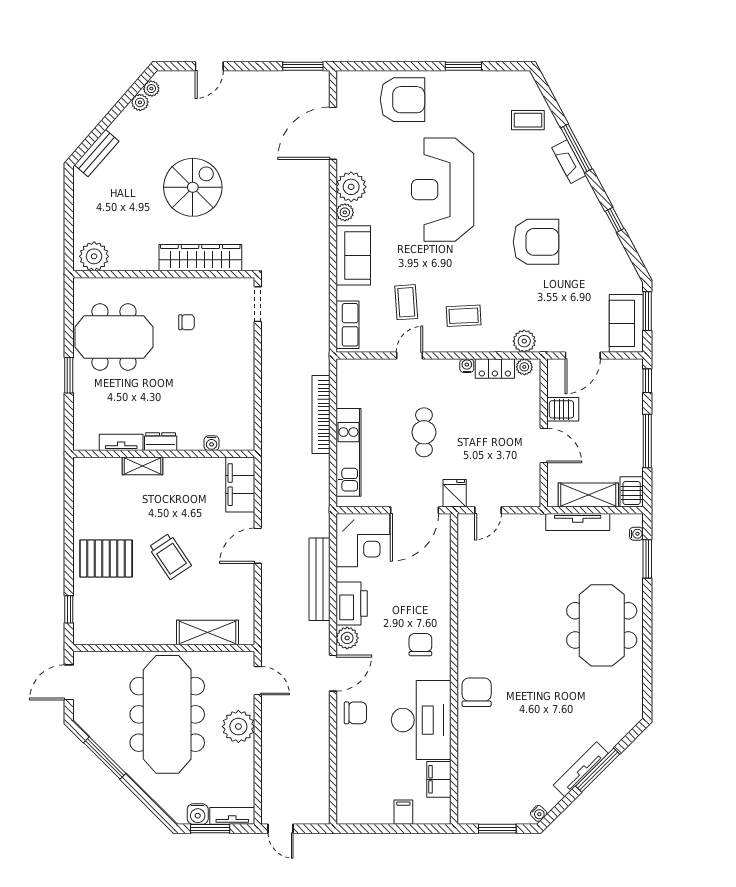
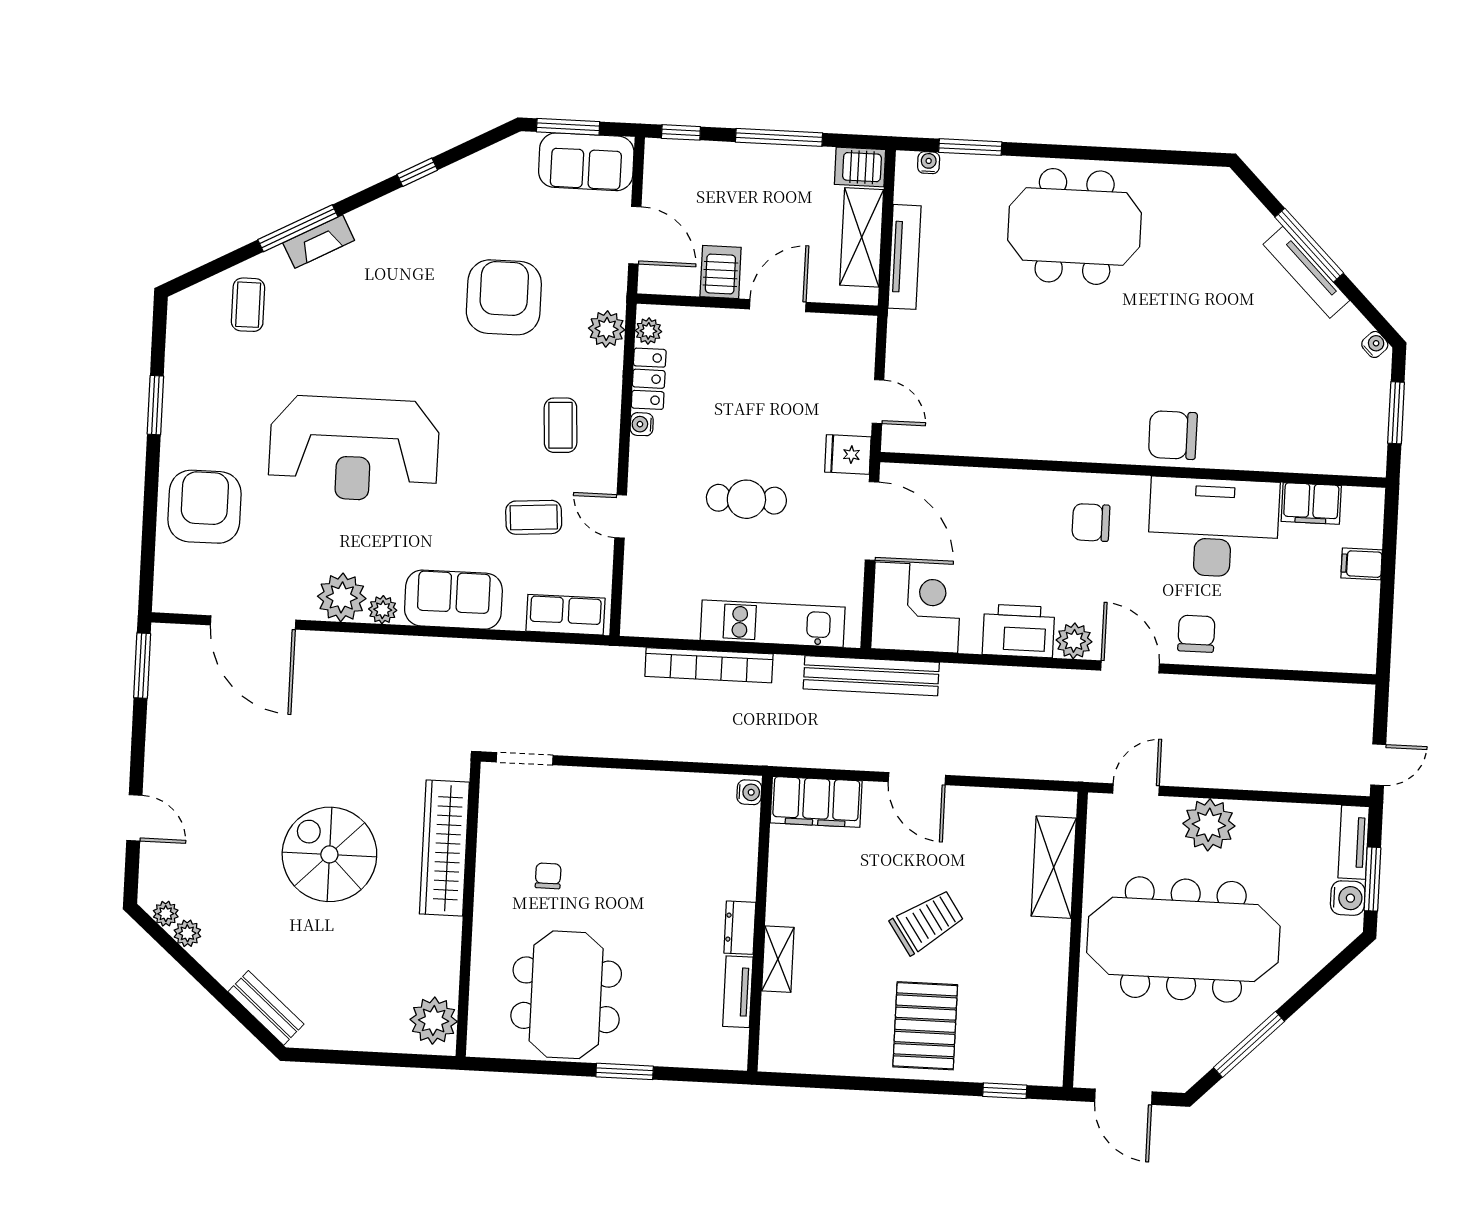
armchair: (536, 242) -> (504, 297), moved
water cooler: (212, 443) -> (749, 792), moved
bench: (319, 579) -> (871, 676), moved

